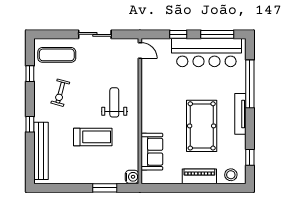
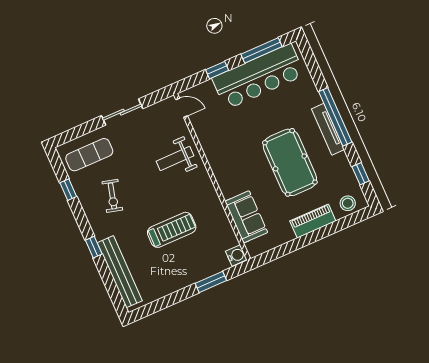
window: (250, 84) -> (335, 117), moved
weight bench: (114, 102) -> (175, 159), moved, turned -90

